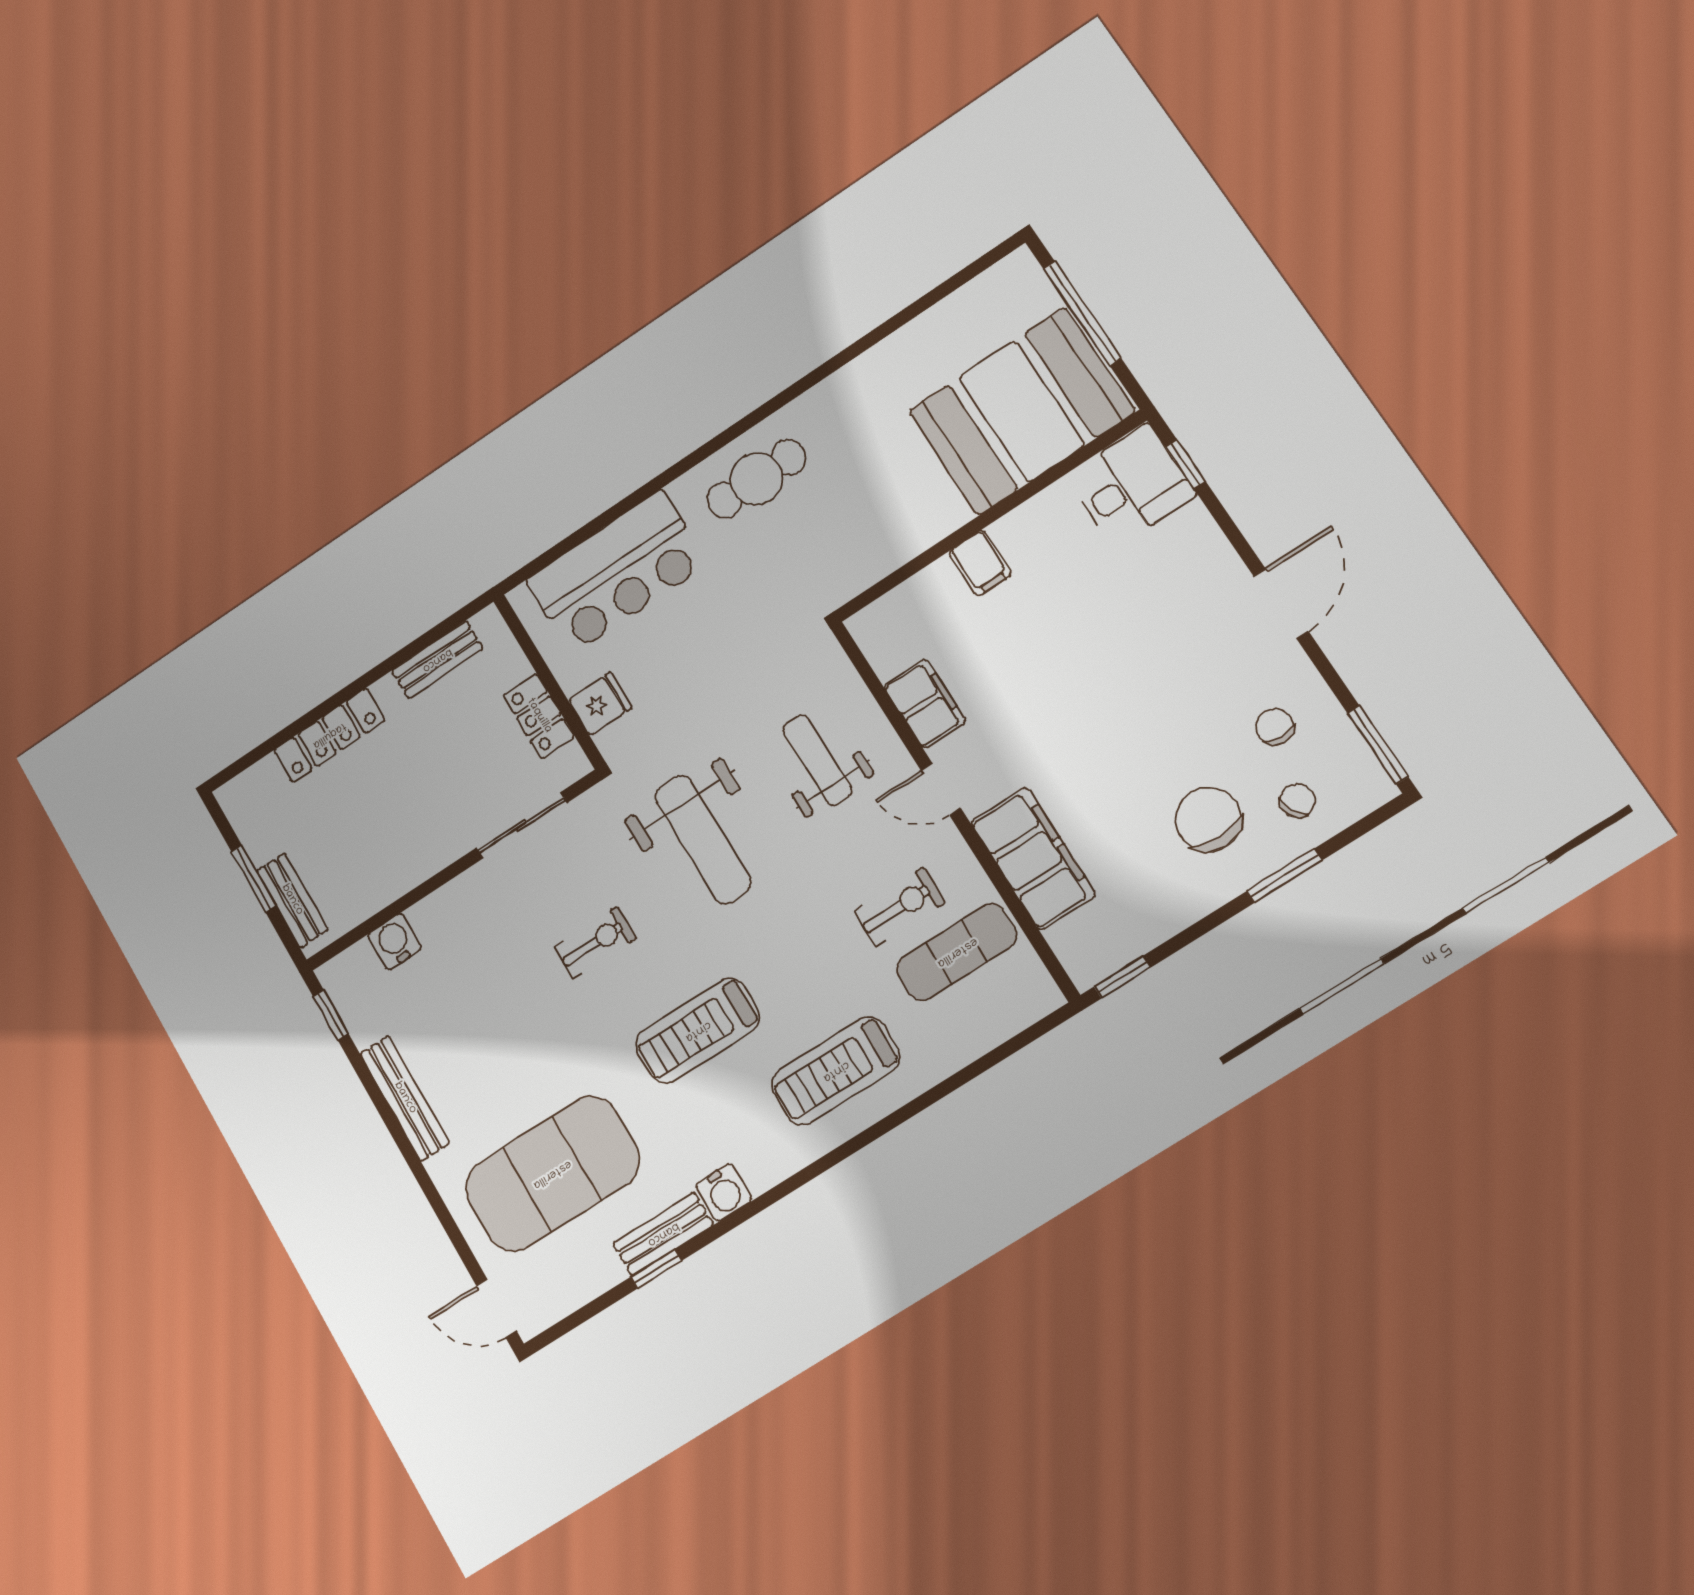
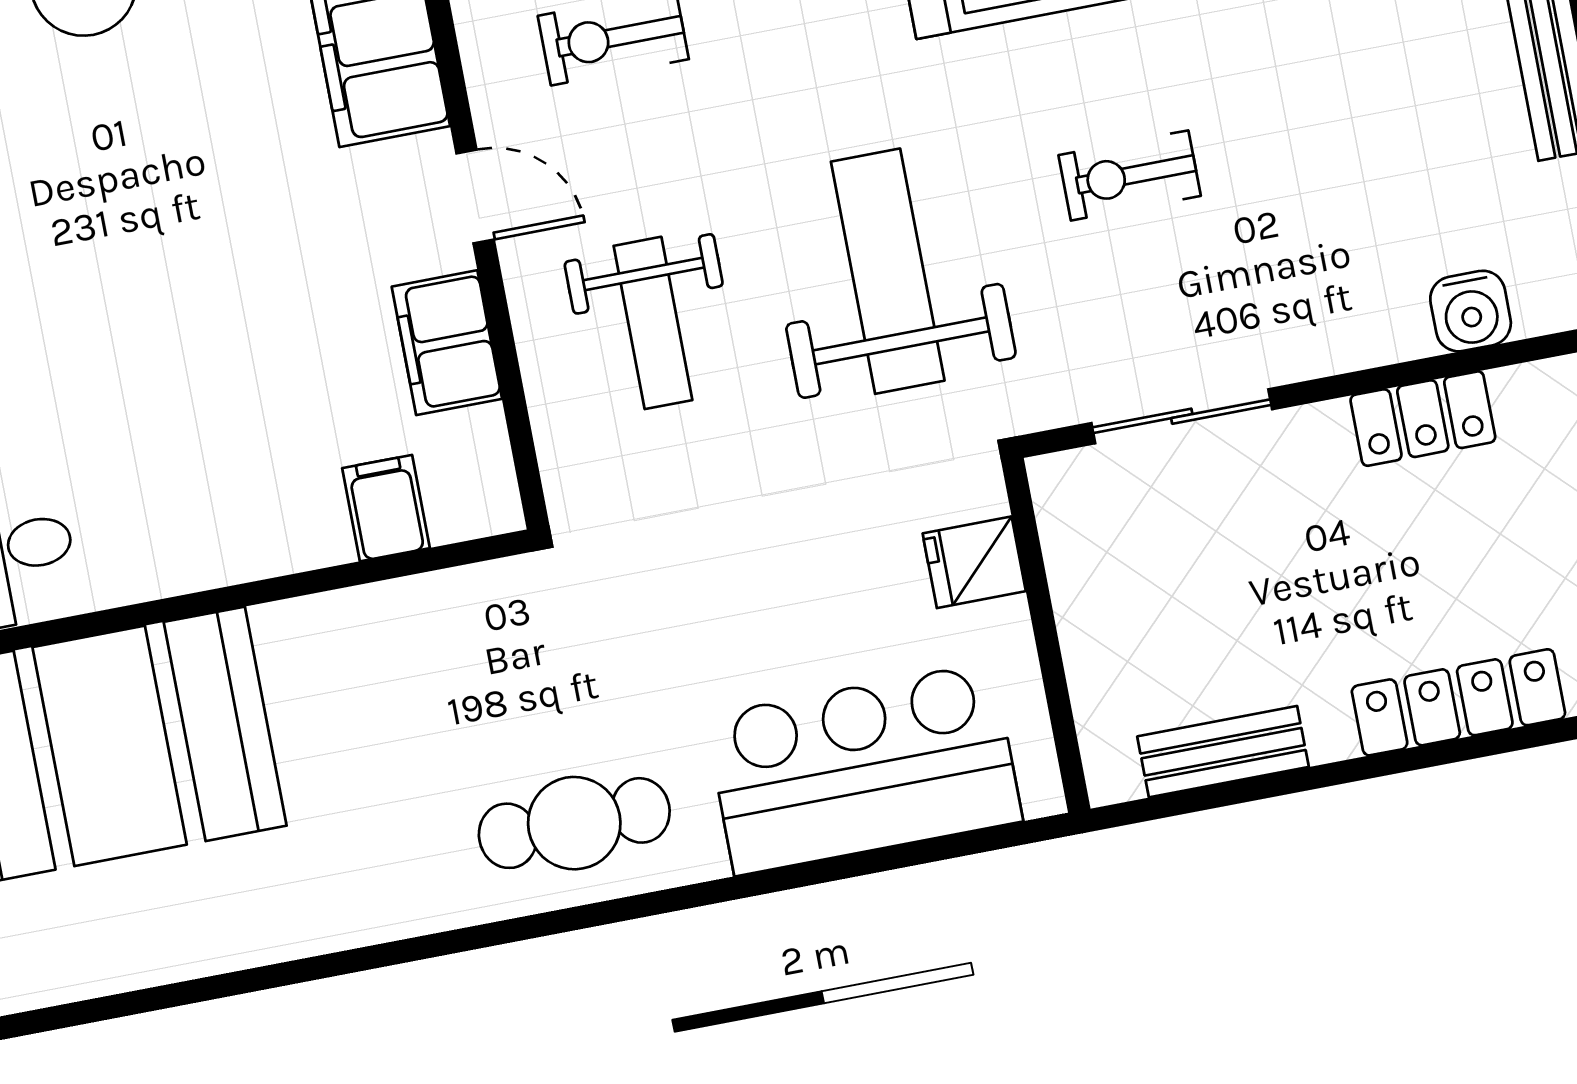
filing cabinet: (980, 563) -> (386, 508), moved
locker: (539, 716) -> (1423, 419), moved, turned 90

